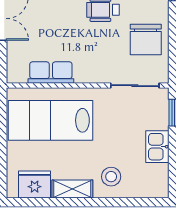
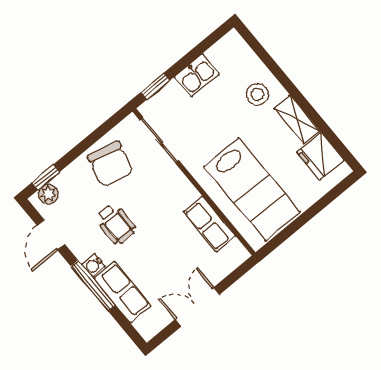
chair: (146, 40) -> (110, 164), turned 104

